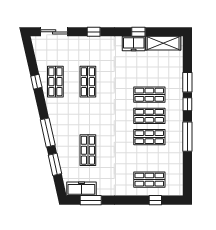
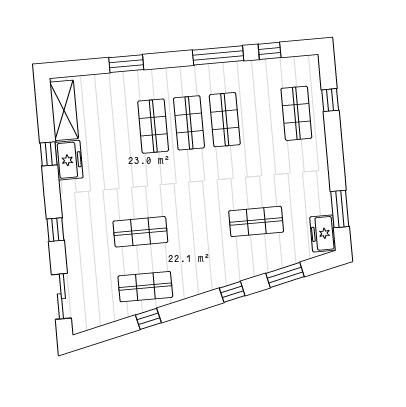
window: (187, 104) -> (270, 51), moved
window: (48, 132) -> (232, 292), width x0.46
freezer: (81, 189) -> (323, 234), width x0.71

